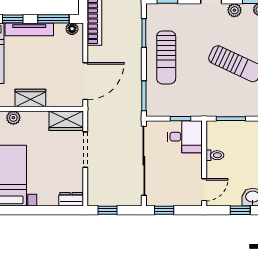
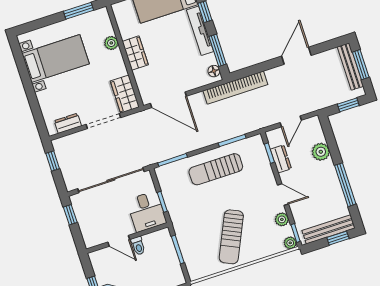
door: (204, 190) -> (119, 241), moved
dresser: (71, 199) -> (68, 123), moved, turned -90

